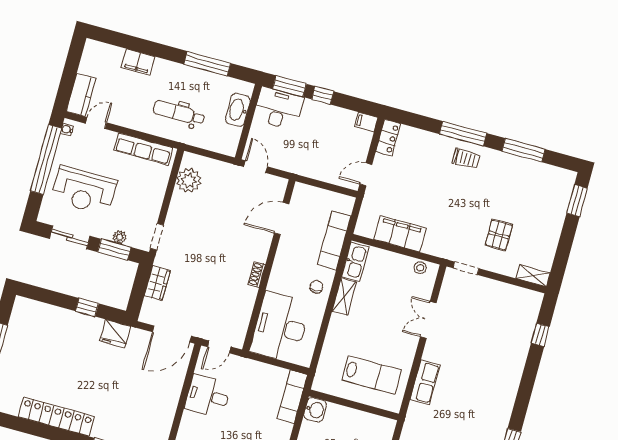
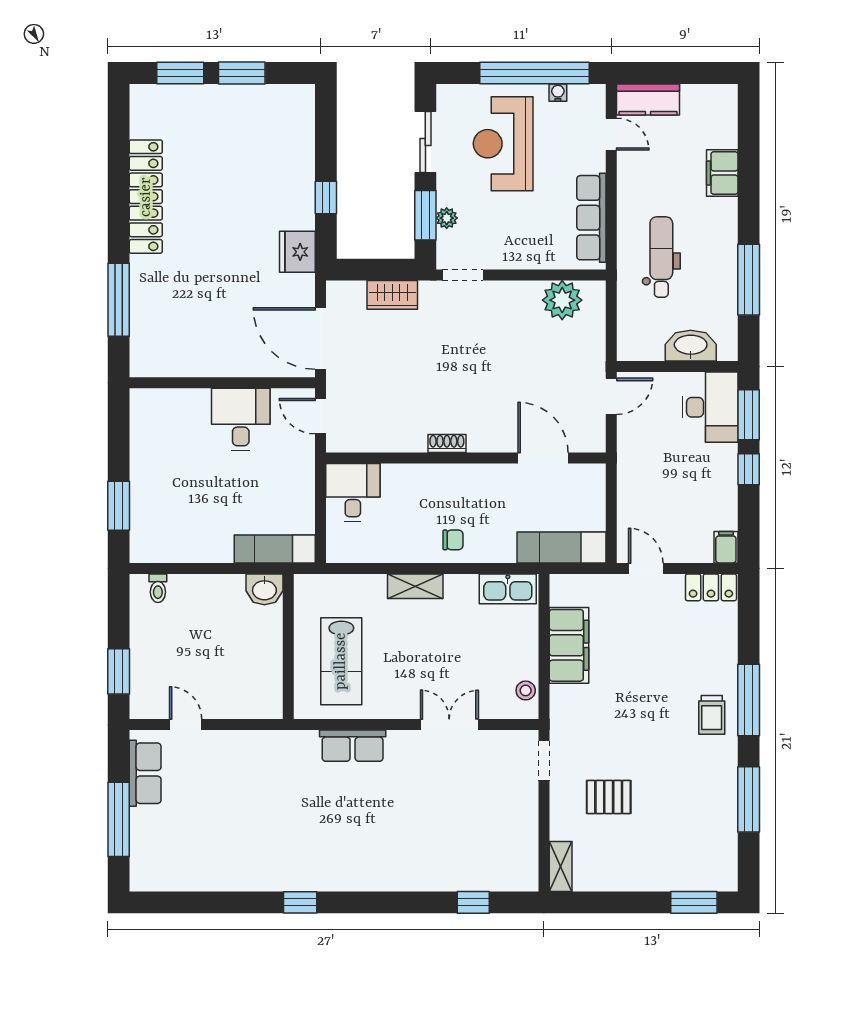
water cooler: (67, 130) -> (558, 93), moved
exam couch: (334, 240) -> (562, 548), moved
shelving: (344, 297) -> (415, 586), moved
desk: (280, 327) -> (353, 492), width x0.53, depth x0.77

